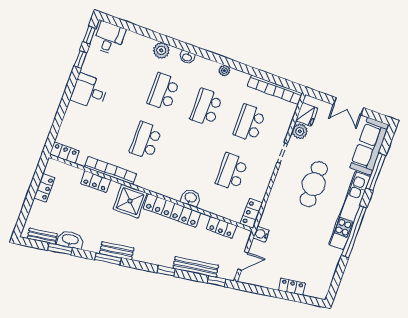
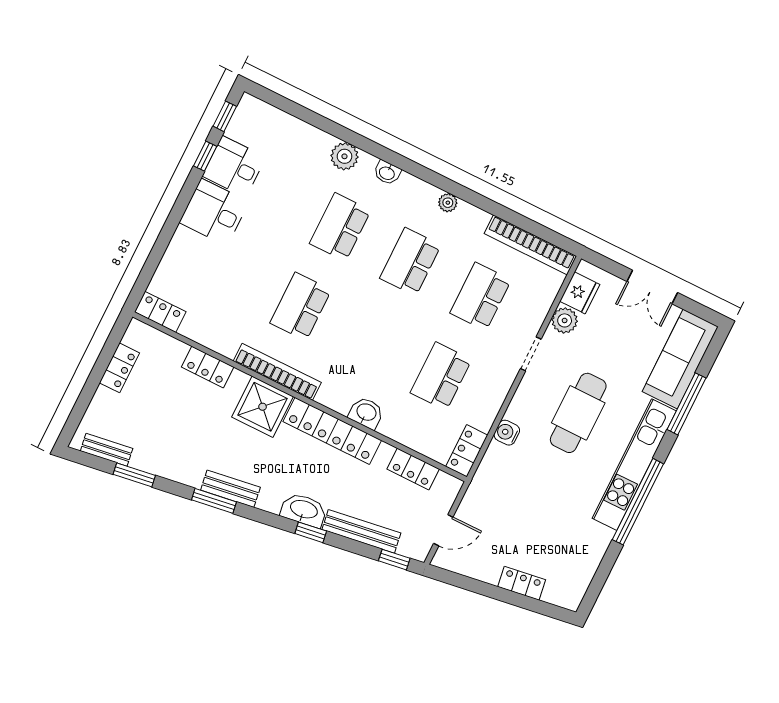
desk: (109, 38) -> (234, 167), moved, turned -90
bookcase: (111, 170) -> (277, 372), moved
water cooler: (261, 234) -> (507, 433), moved
washbasin: (70, 240) -> (304, 510), moved

